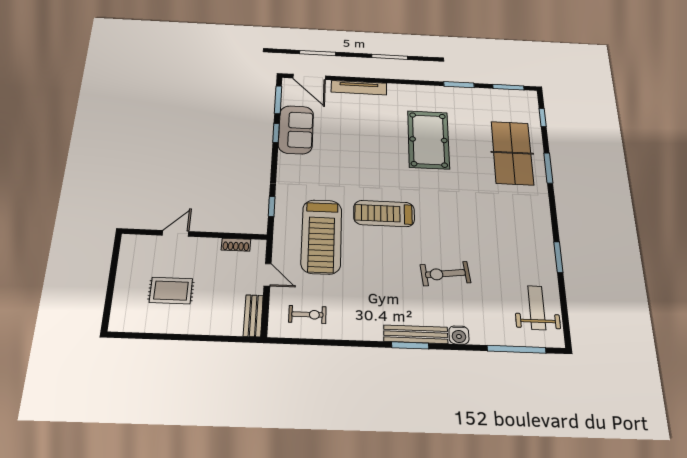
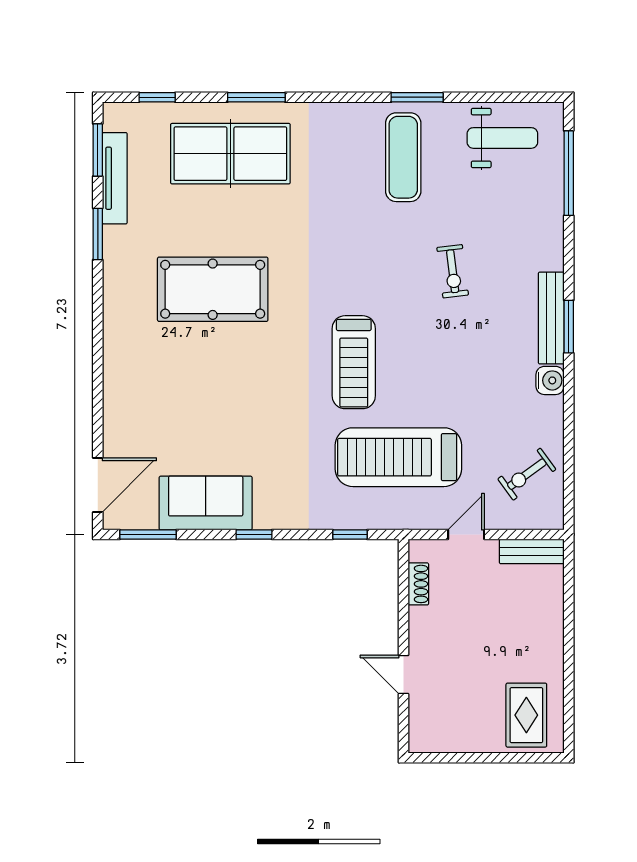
tv unit: (359, 88) -> (115, 178), moved
window: (276, 133) -> (254, 534), moved
treadmill: (321, 236) -> (398, 457), turned 180
exercise mat: (519, 248) -> (403, 157), added
exercise bike: (445, 274) -> (453, 271), width x0.73, depth x0.72
rug: (171, 291) -> (526, 715), moved
weight bench: (537, 308) -> (502, 138), turned 180
exercise bike: (307, 314) -> (527, 474), turned -126
water cooler: (459, 335) -> (550, 380), moved

